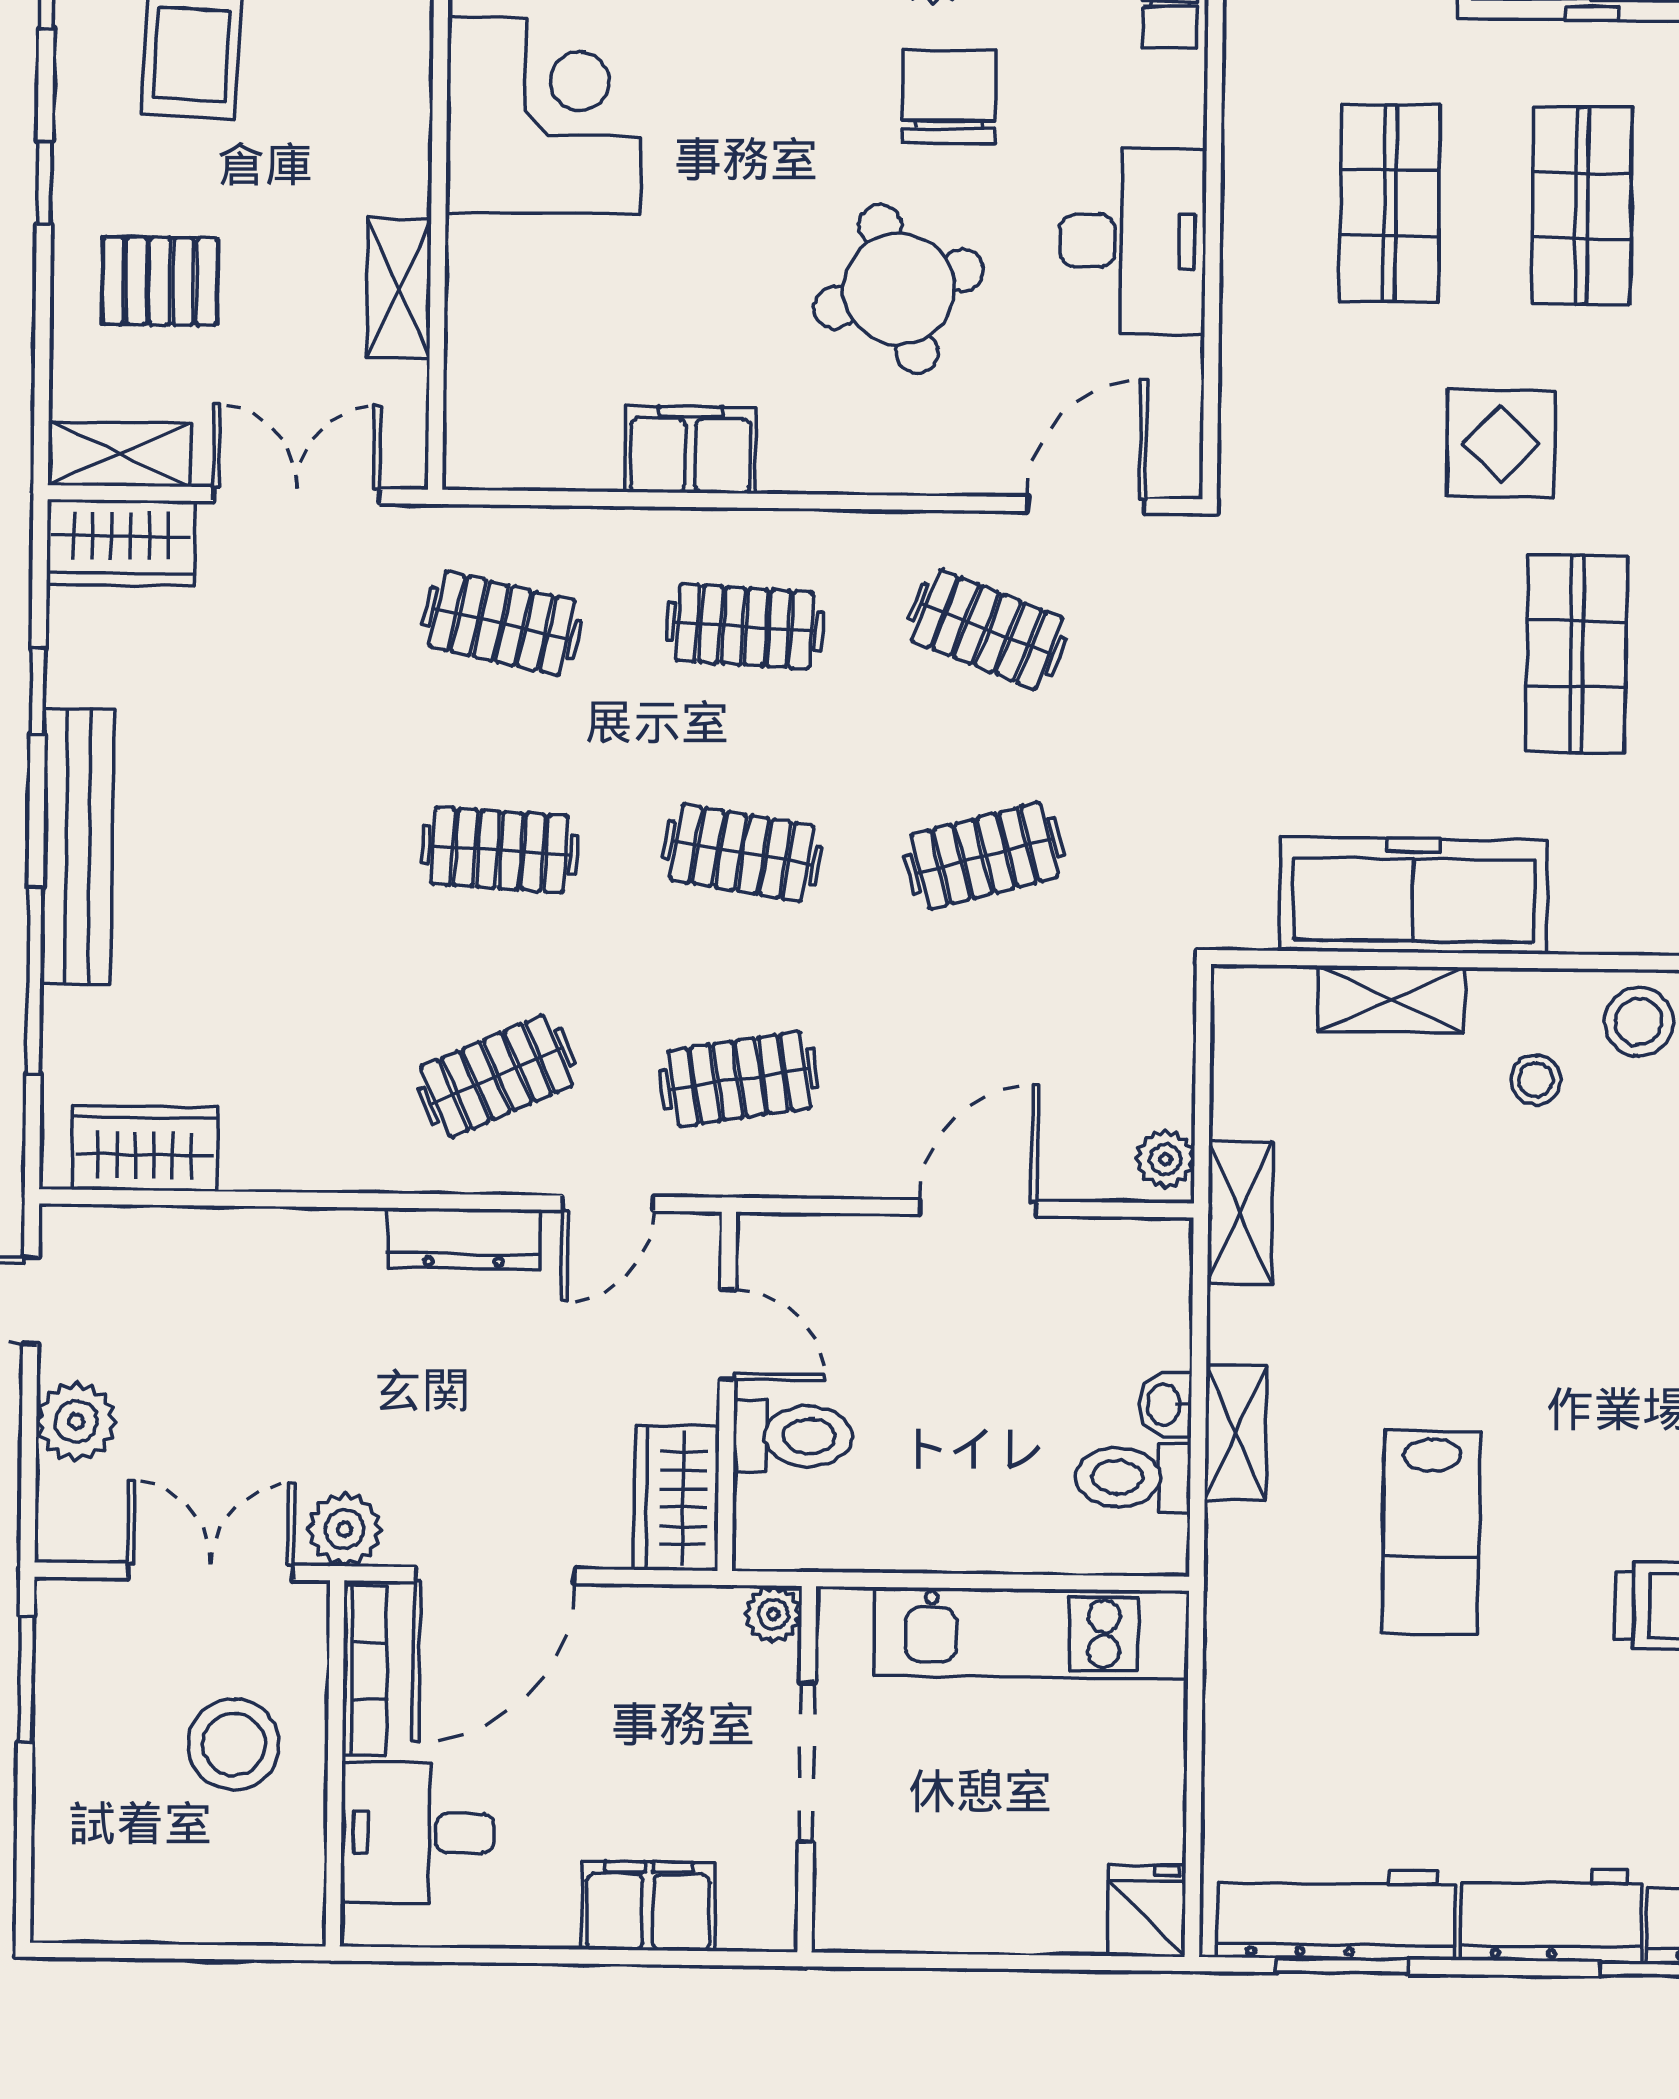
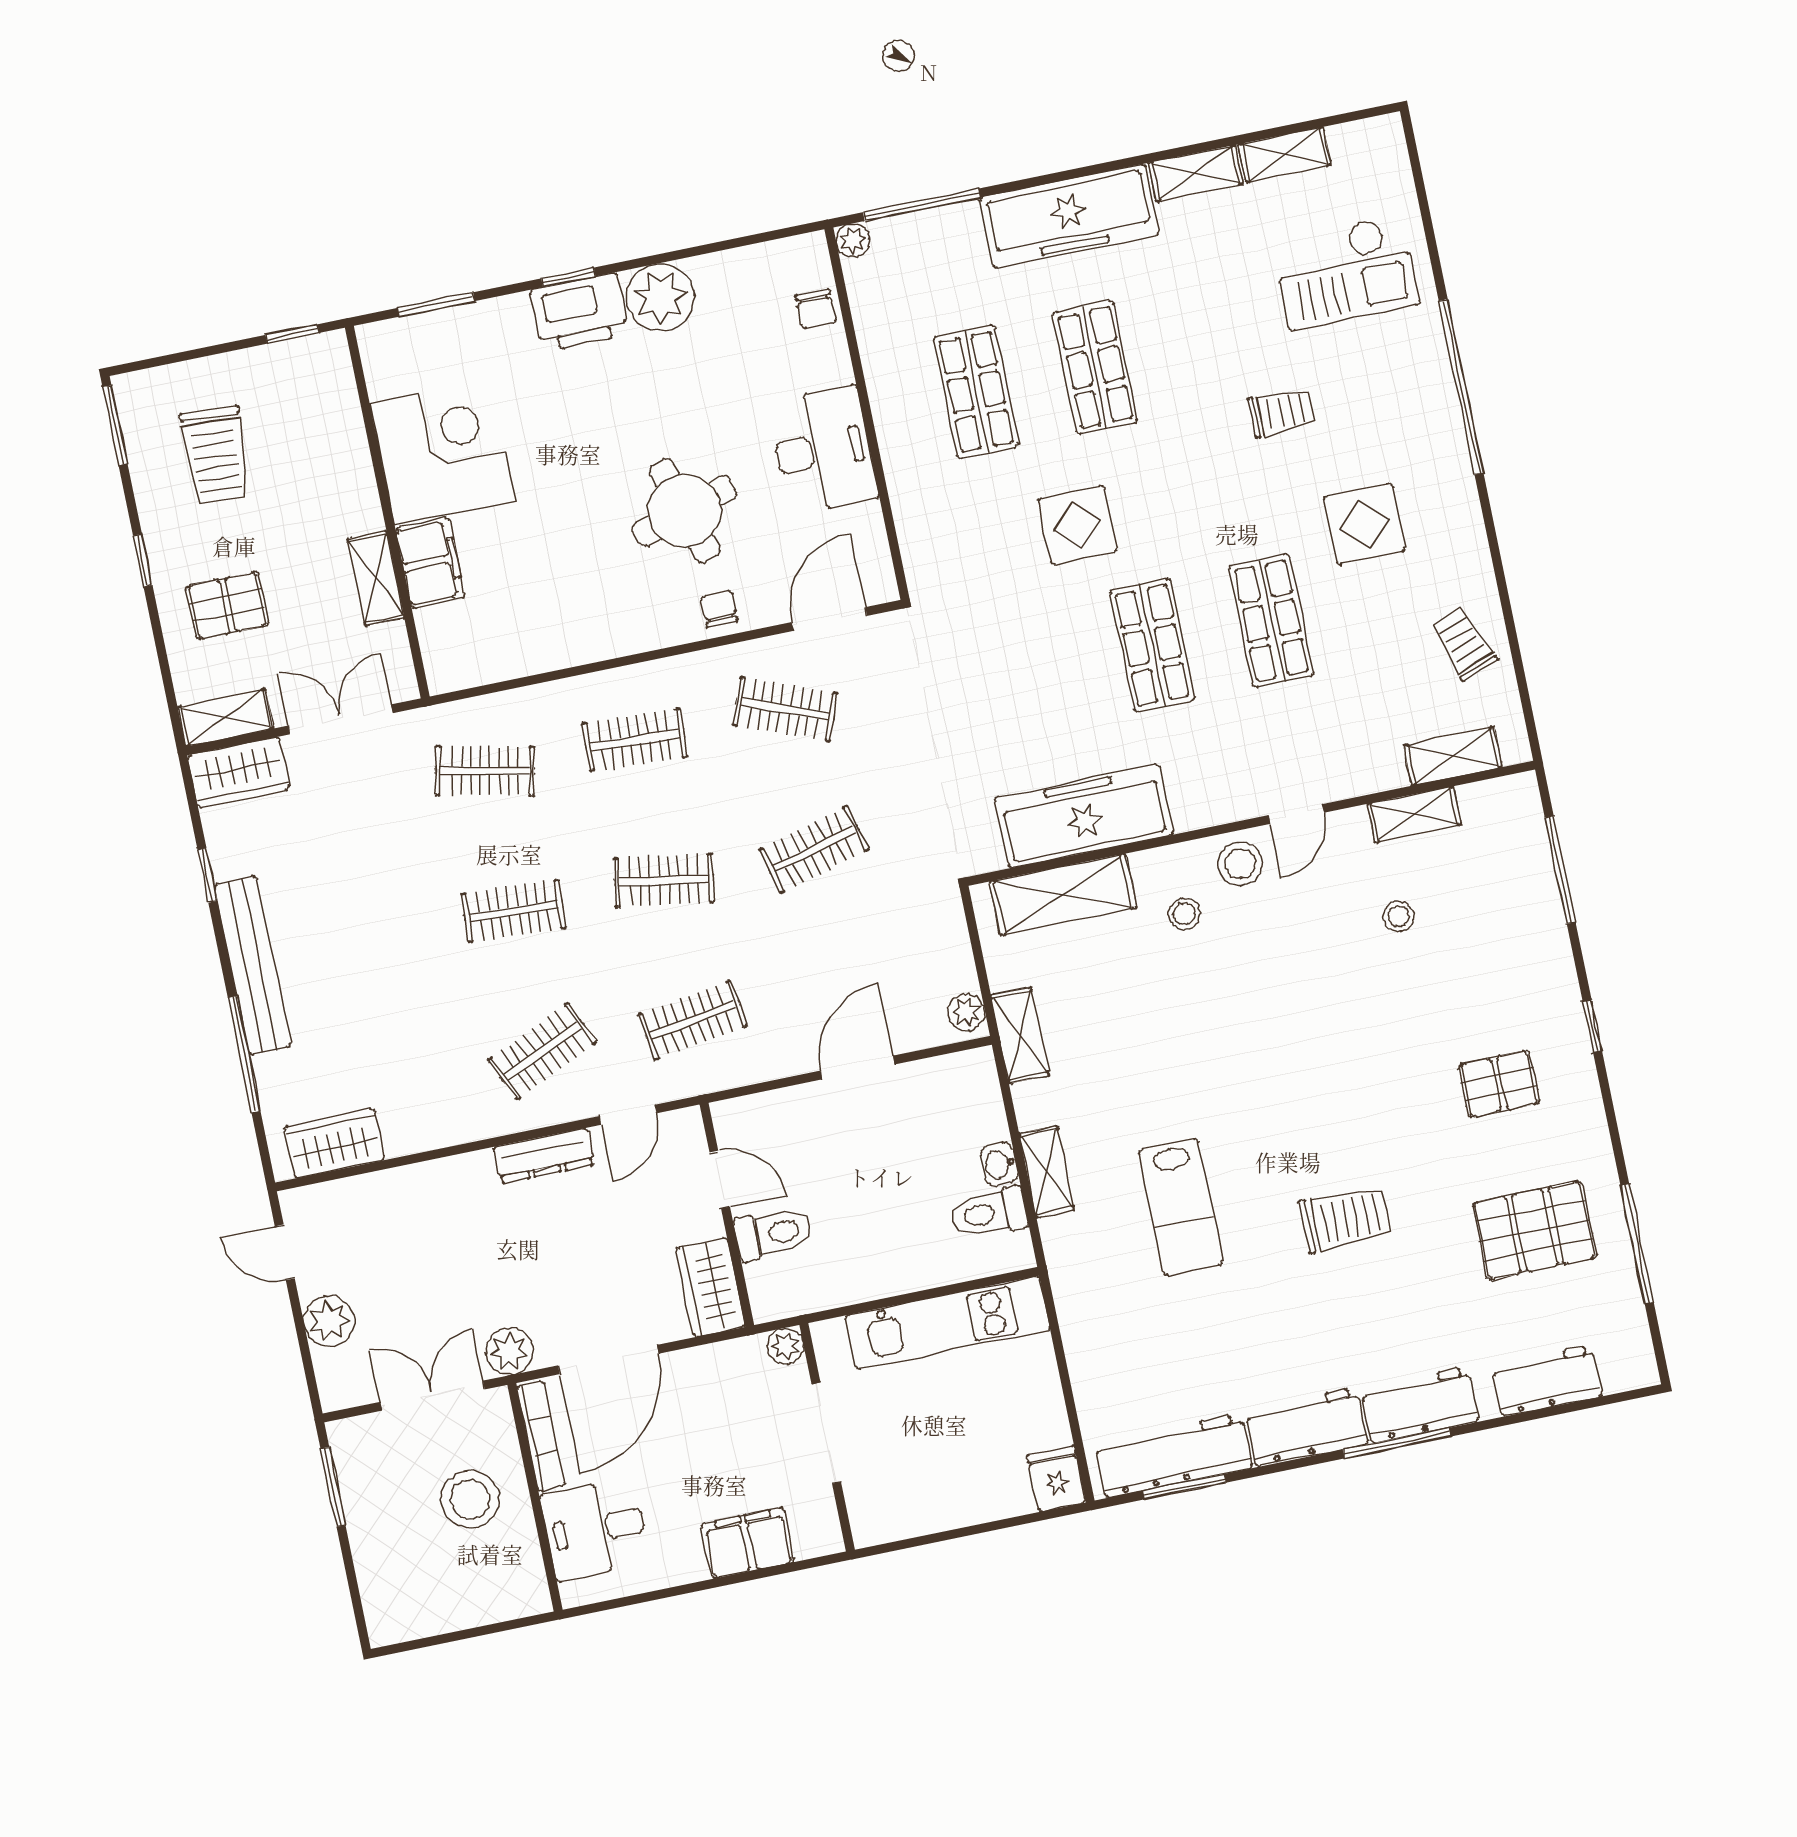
chair: (949, 97) -> (719, 609), moved, width x0.54, depth x0.54
filing cabinet: (690, 450) -> (430, 563), moved, turned 90
shelving: (1391, 999) -> (1063, 895), width x1.50, depth x1.33

